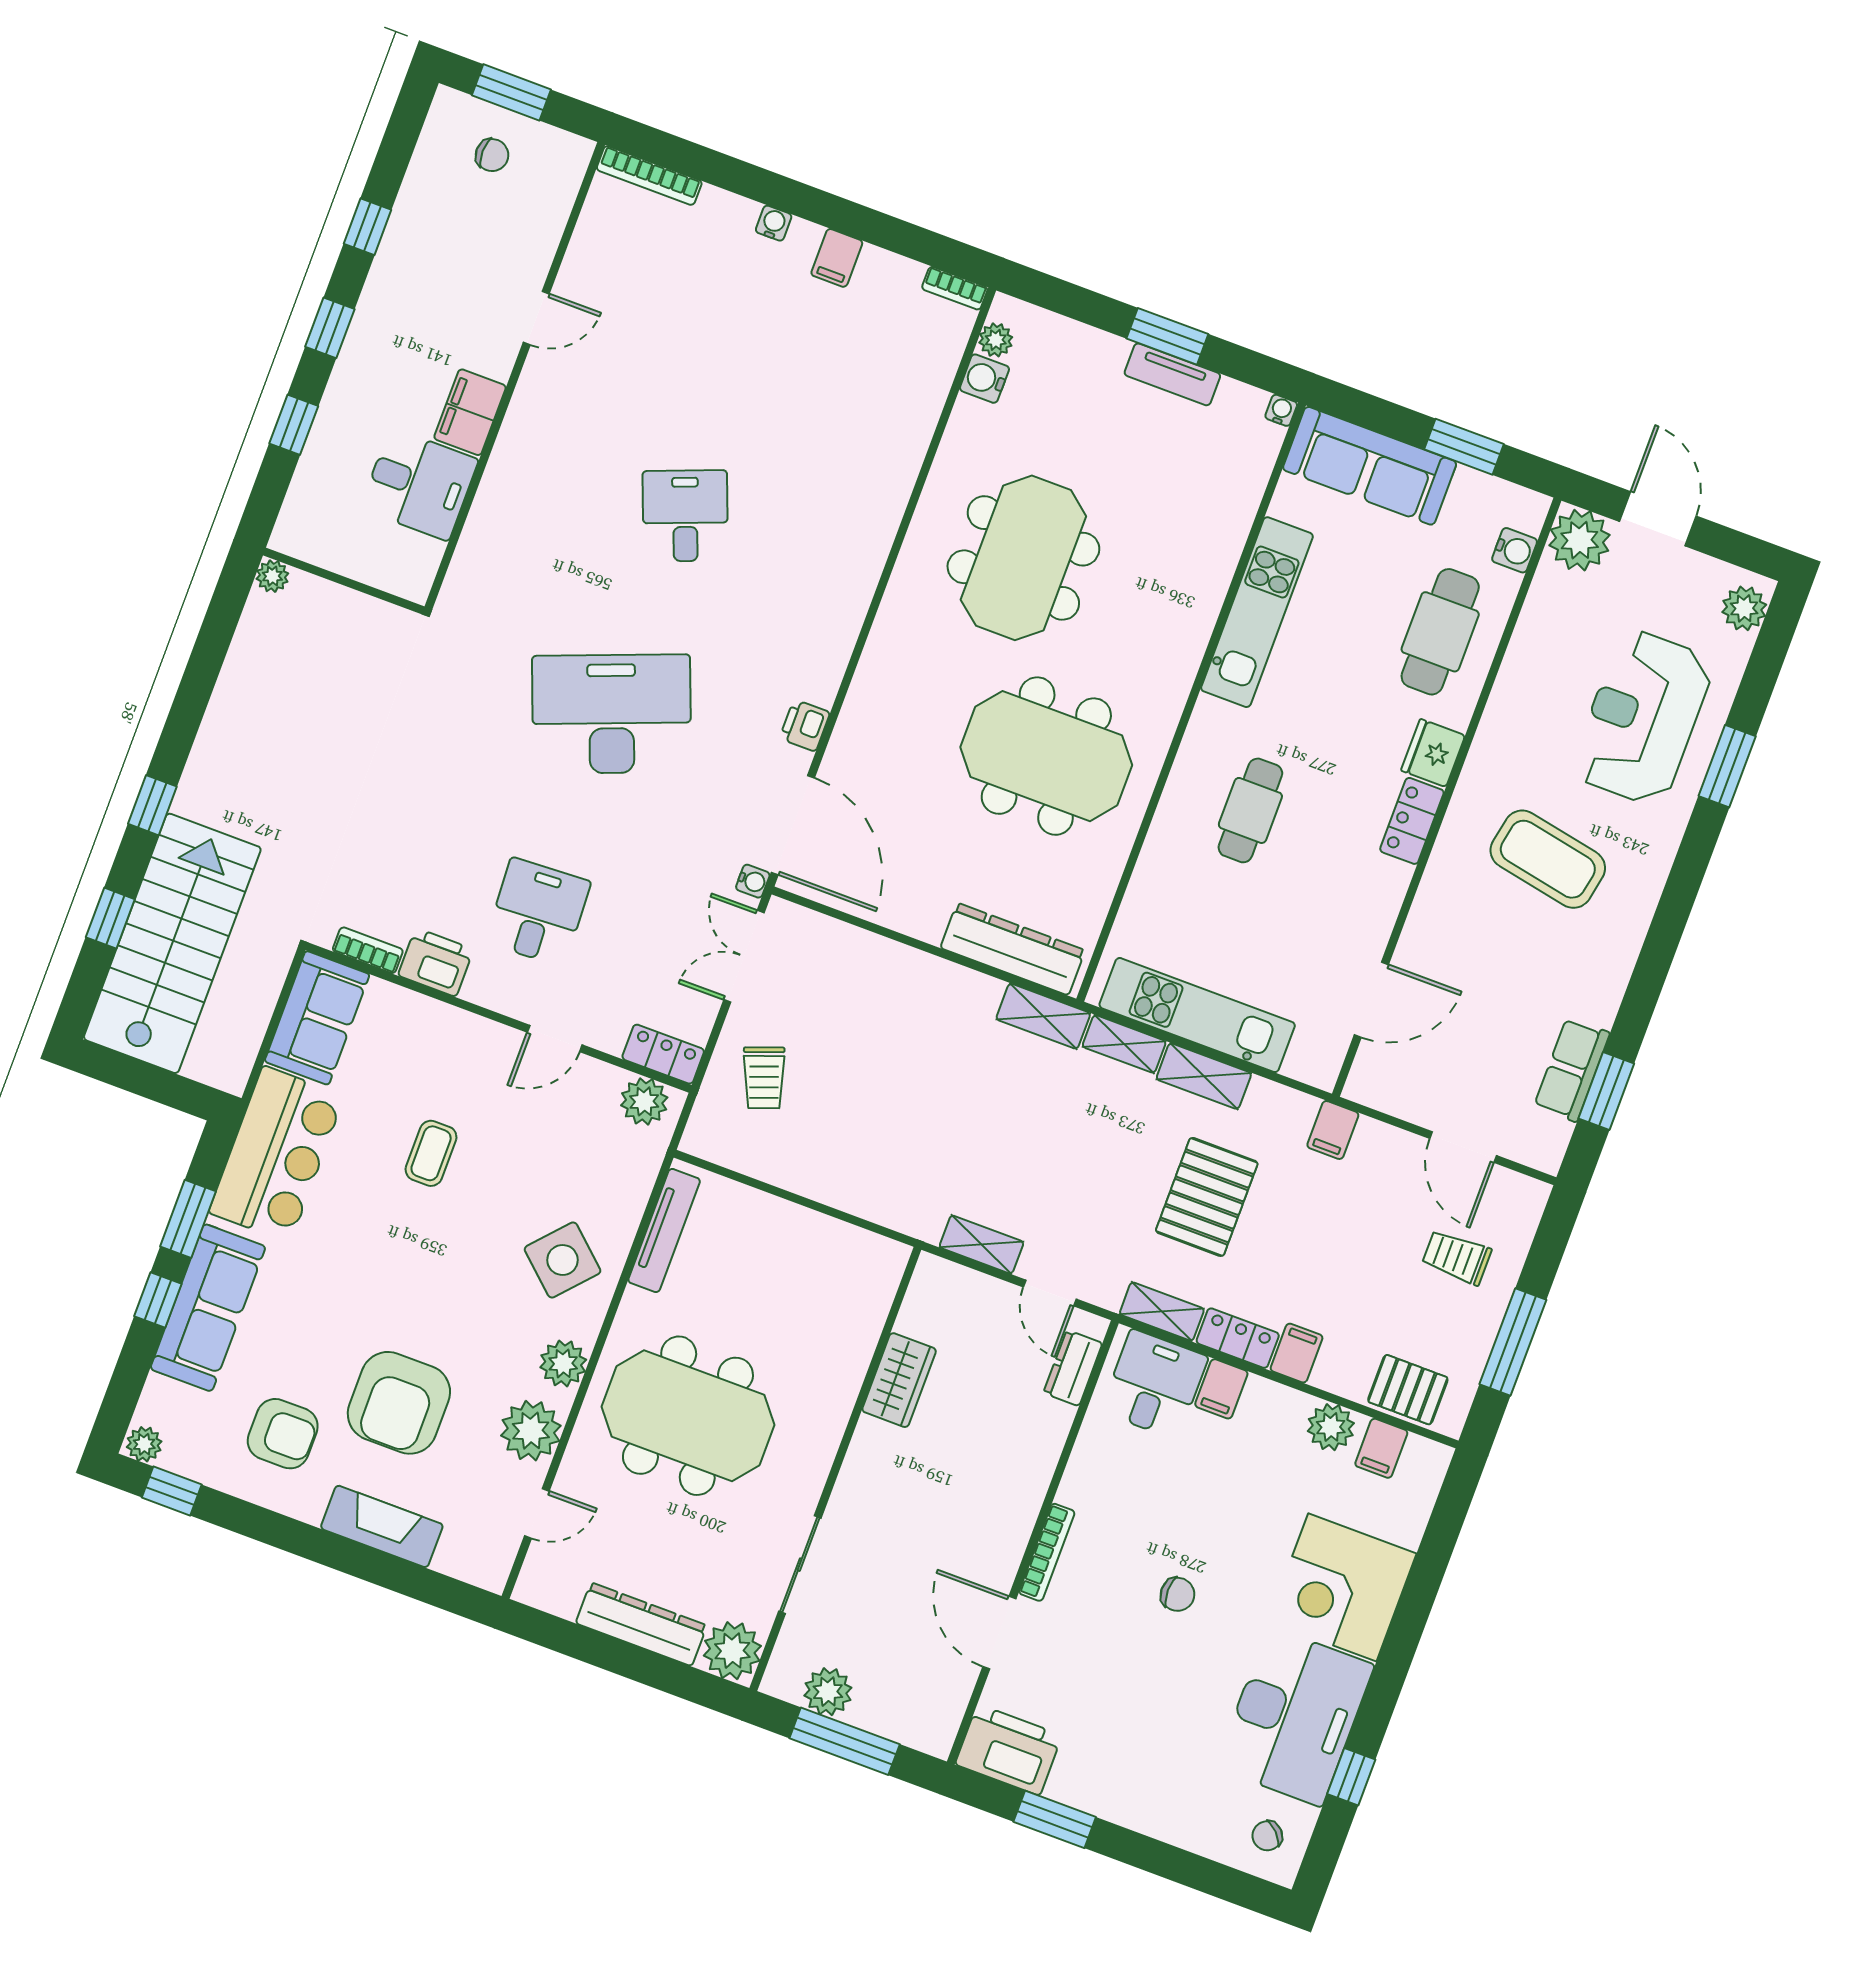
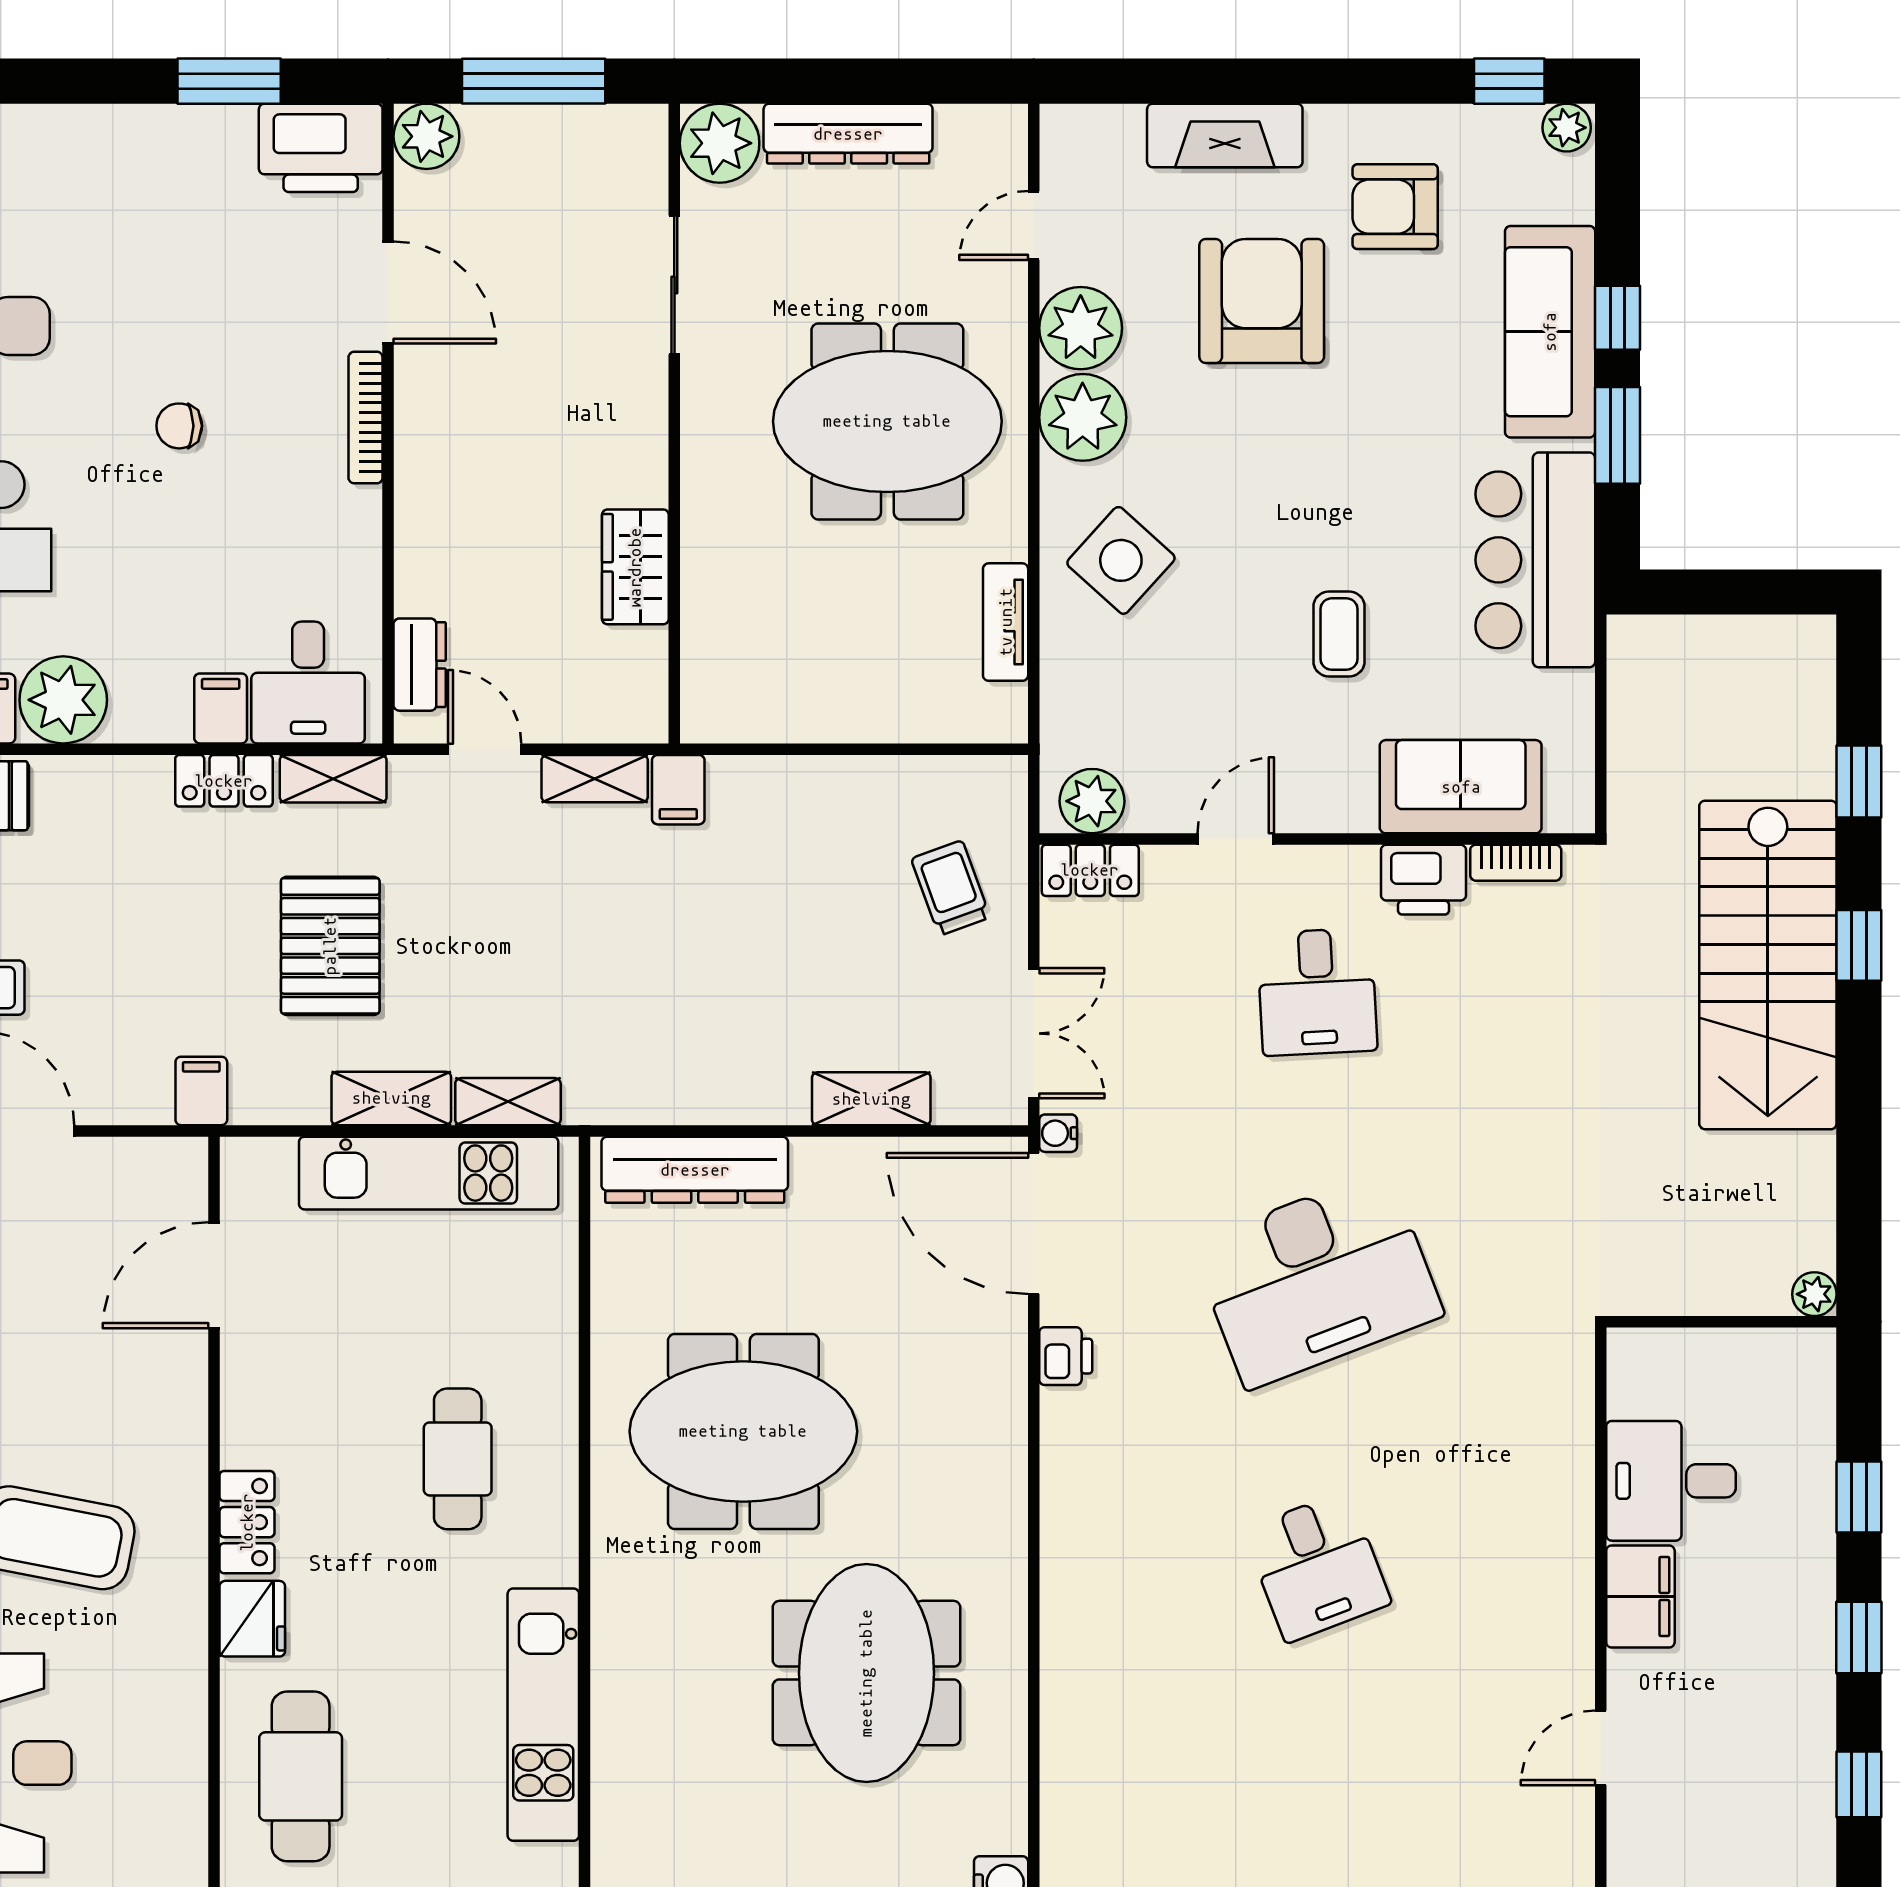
stairs: (172, 943) -> (1768, 965), moved
shelving: (1043, 1016) -> (871, 1099), moved
sofa: (317, 1018) -> (1461, 787), moved, turned 90
tv unit: (664, 1230) -> (1006, 622), width x0.71
filing cabinet: (1297, 1353) -> (678, 790), moved
plant: (563, 1363) -> (1083, 417), width x1.36, depth x1.36
plant: (1331, 1427) -> (63, 700), width x1.36, depth x1.36
plant: (828, 1692) -> (426, 136), moved

